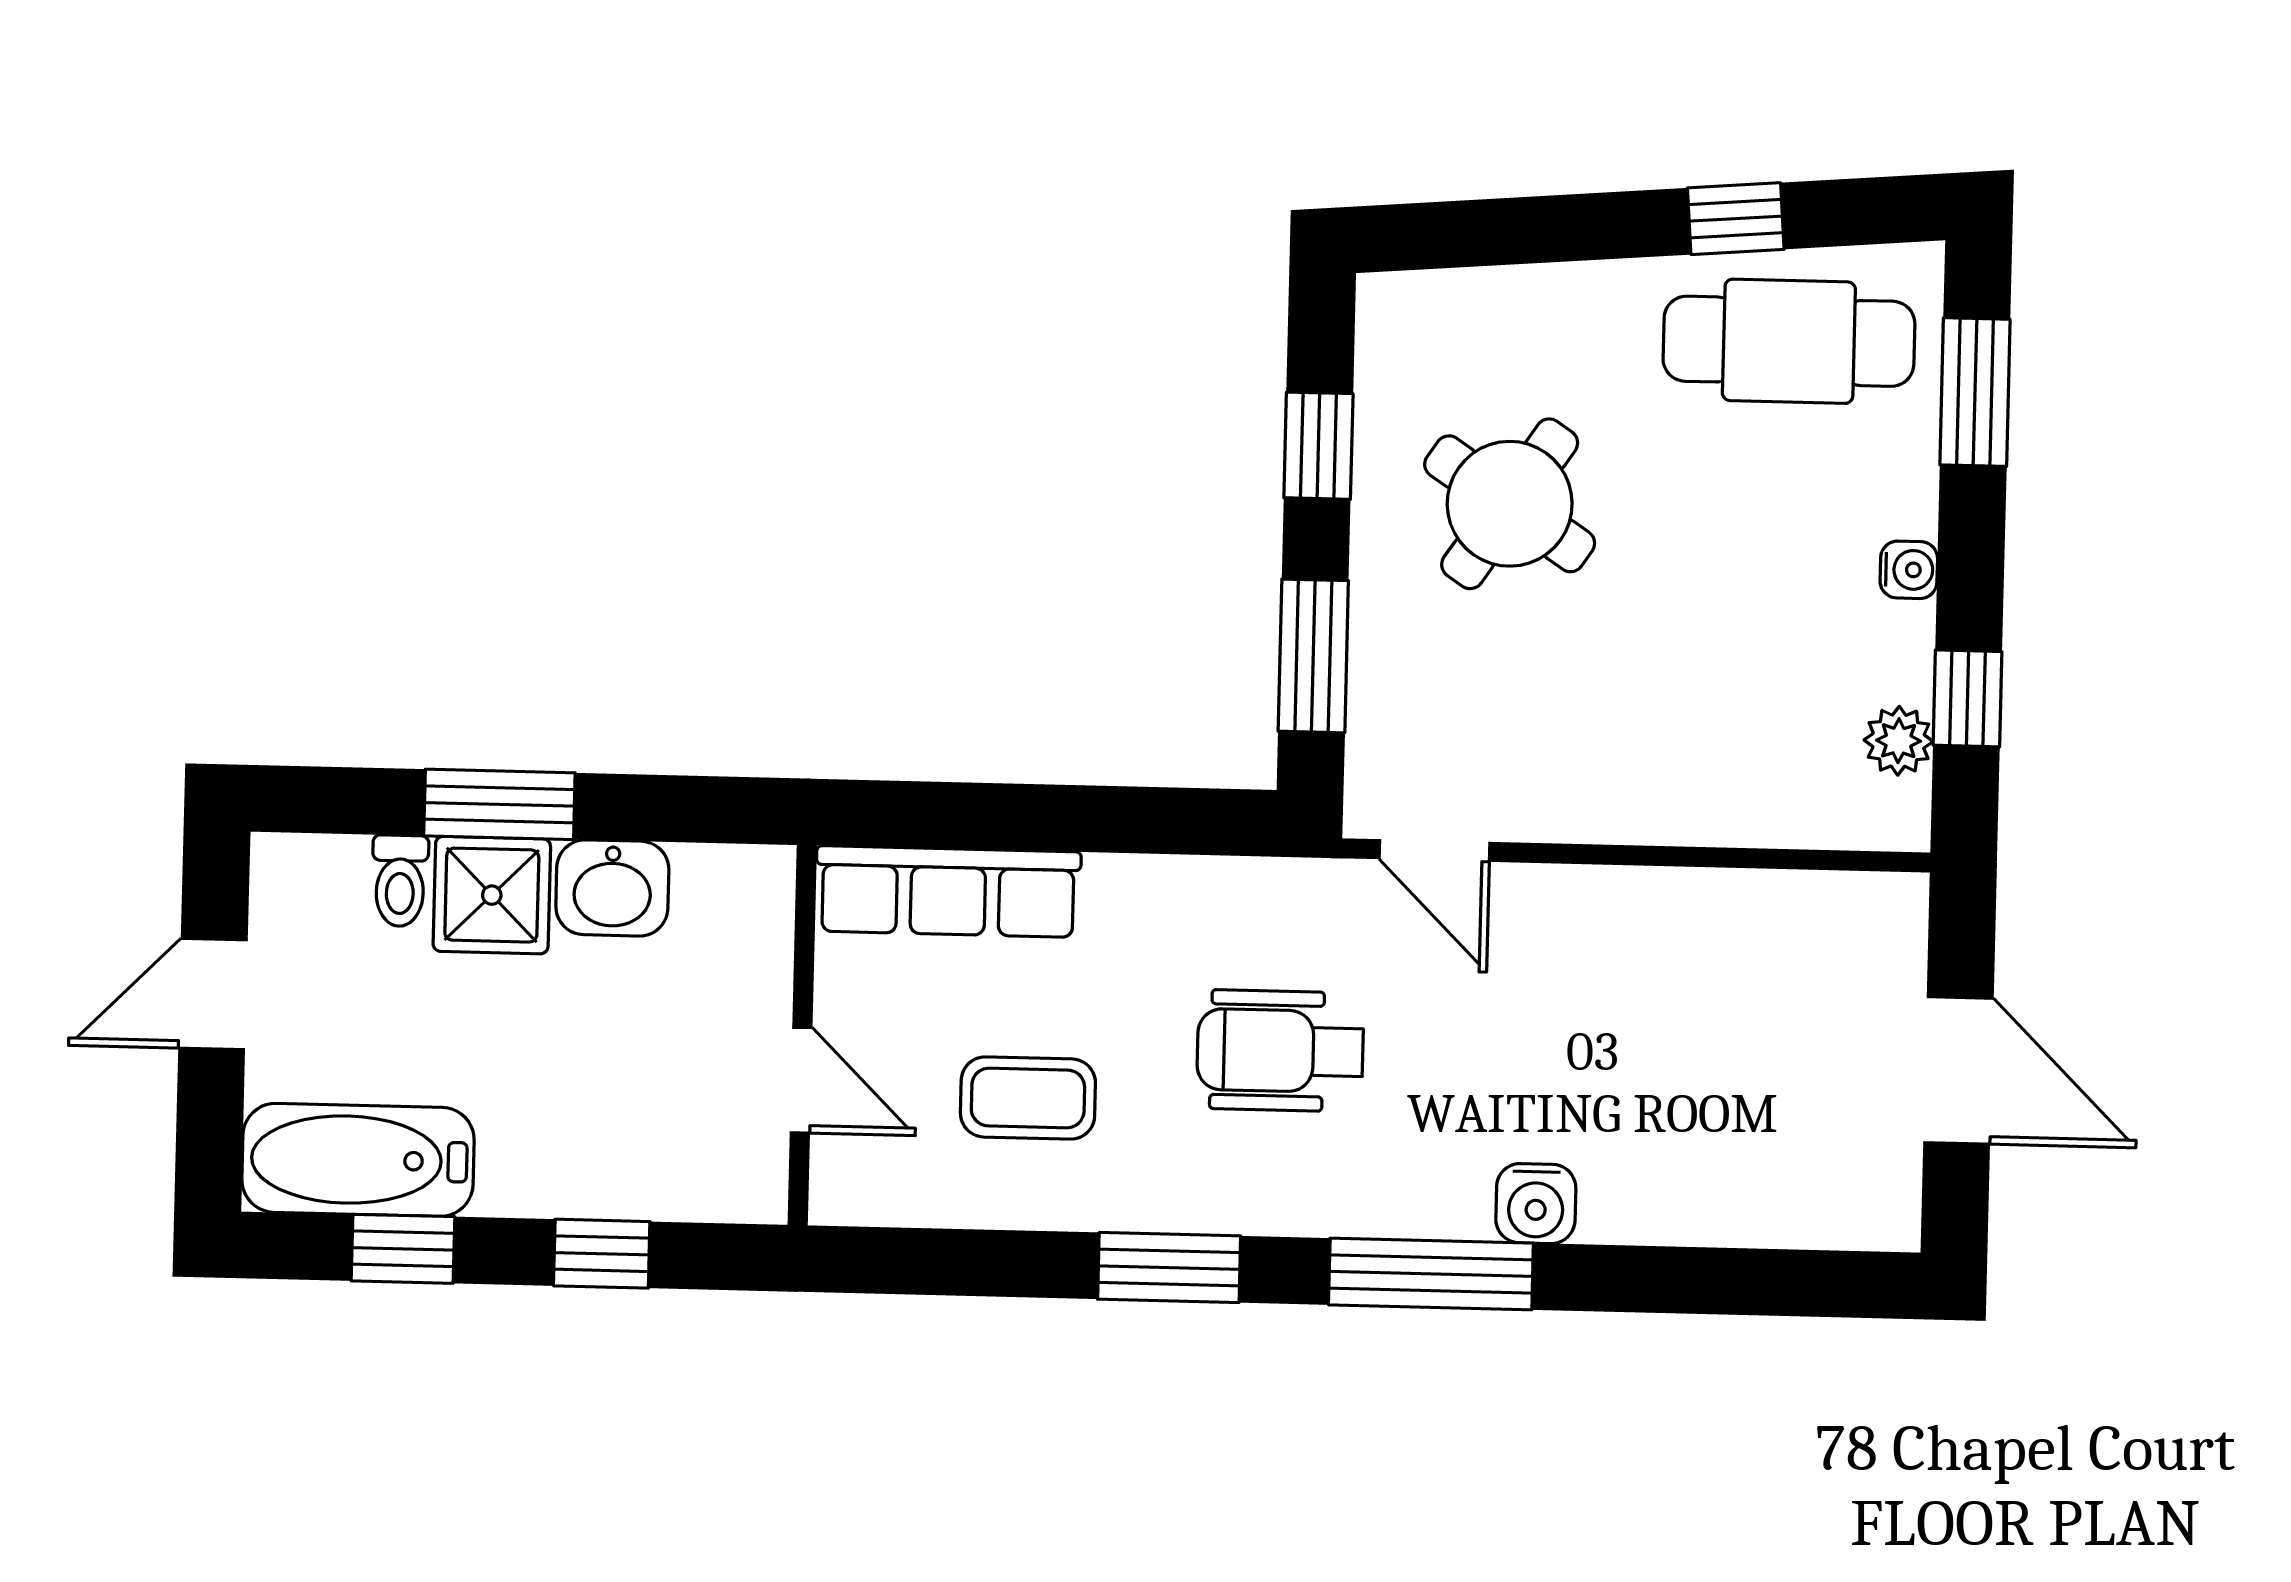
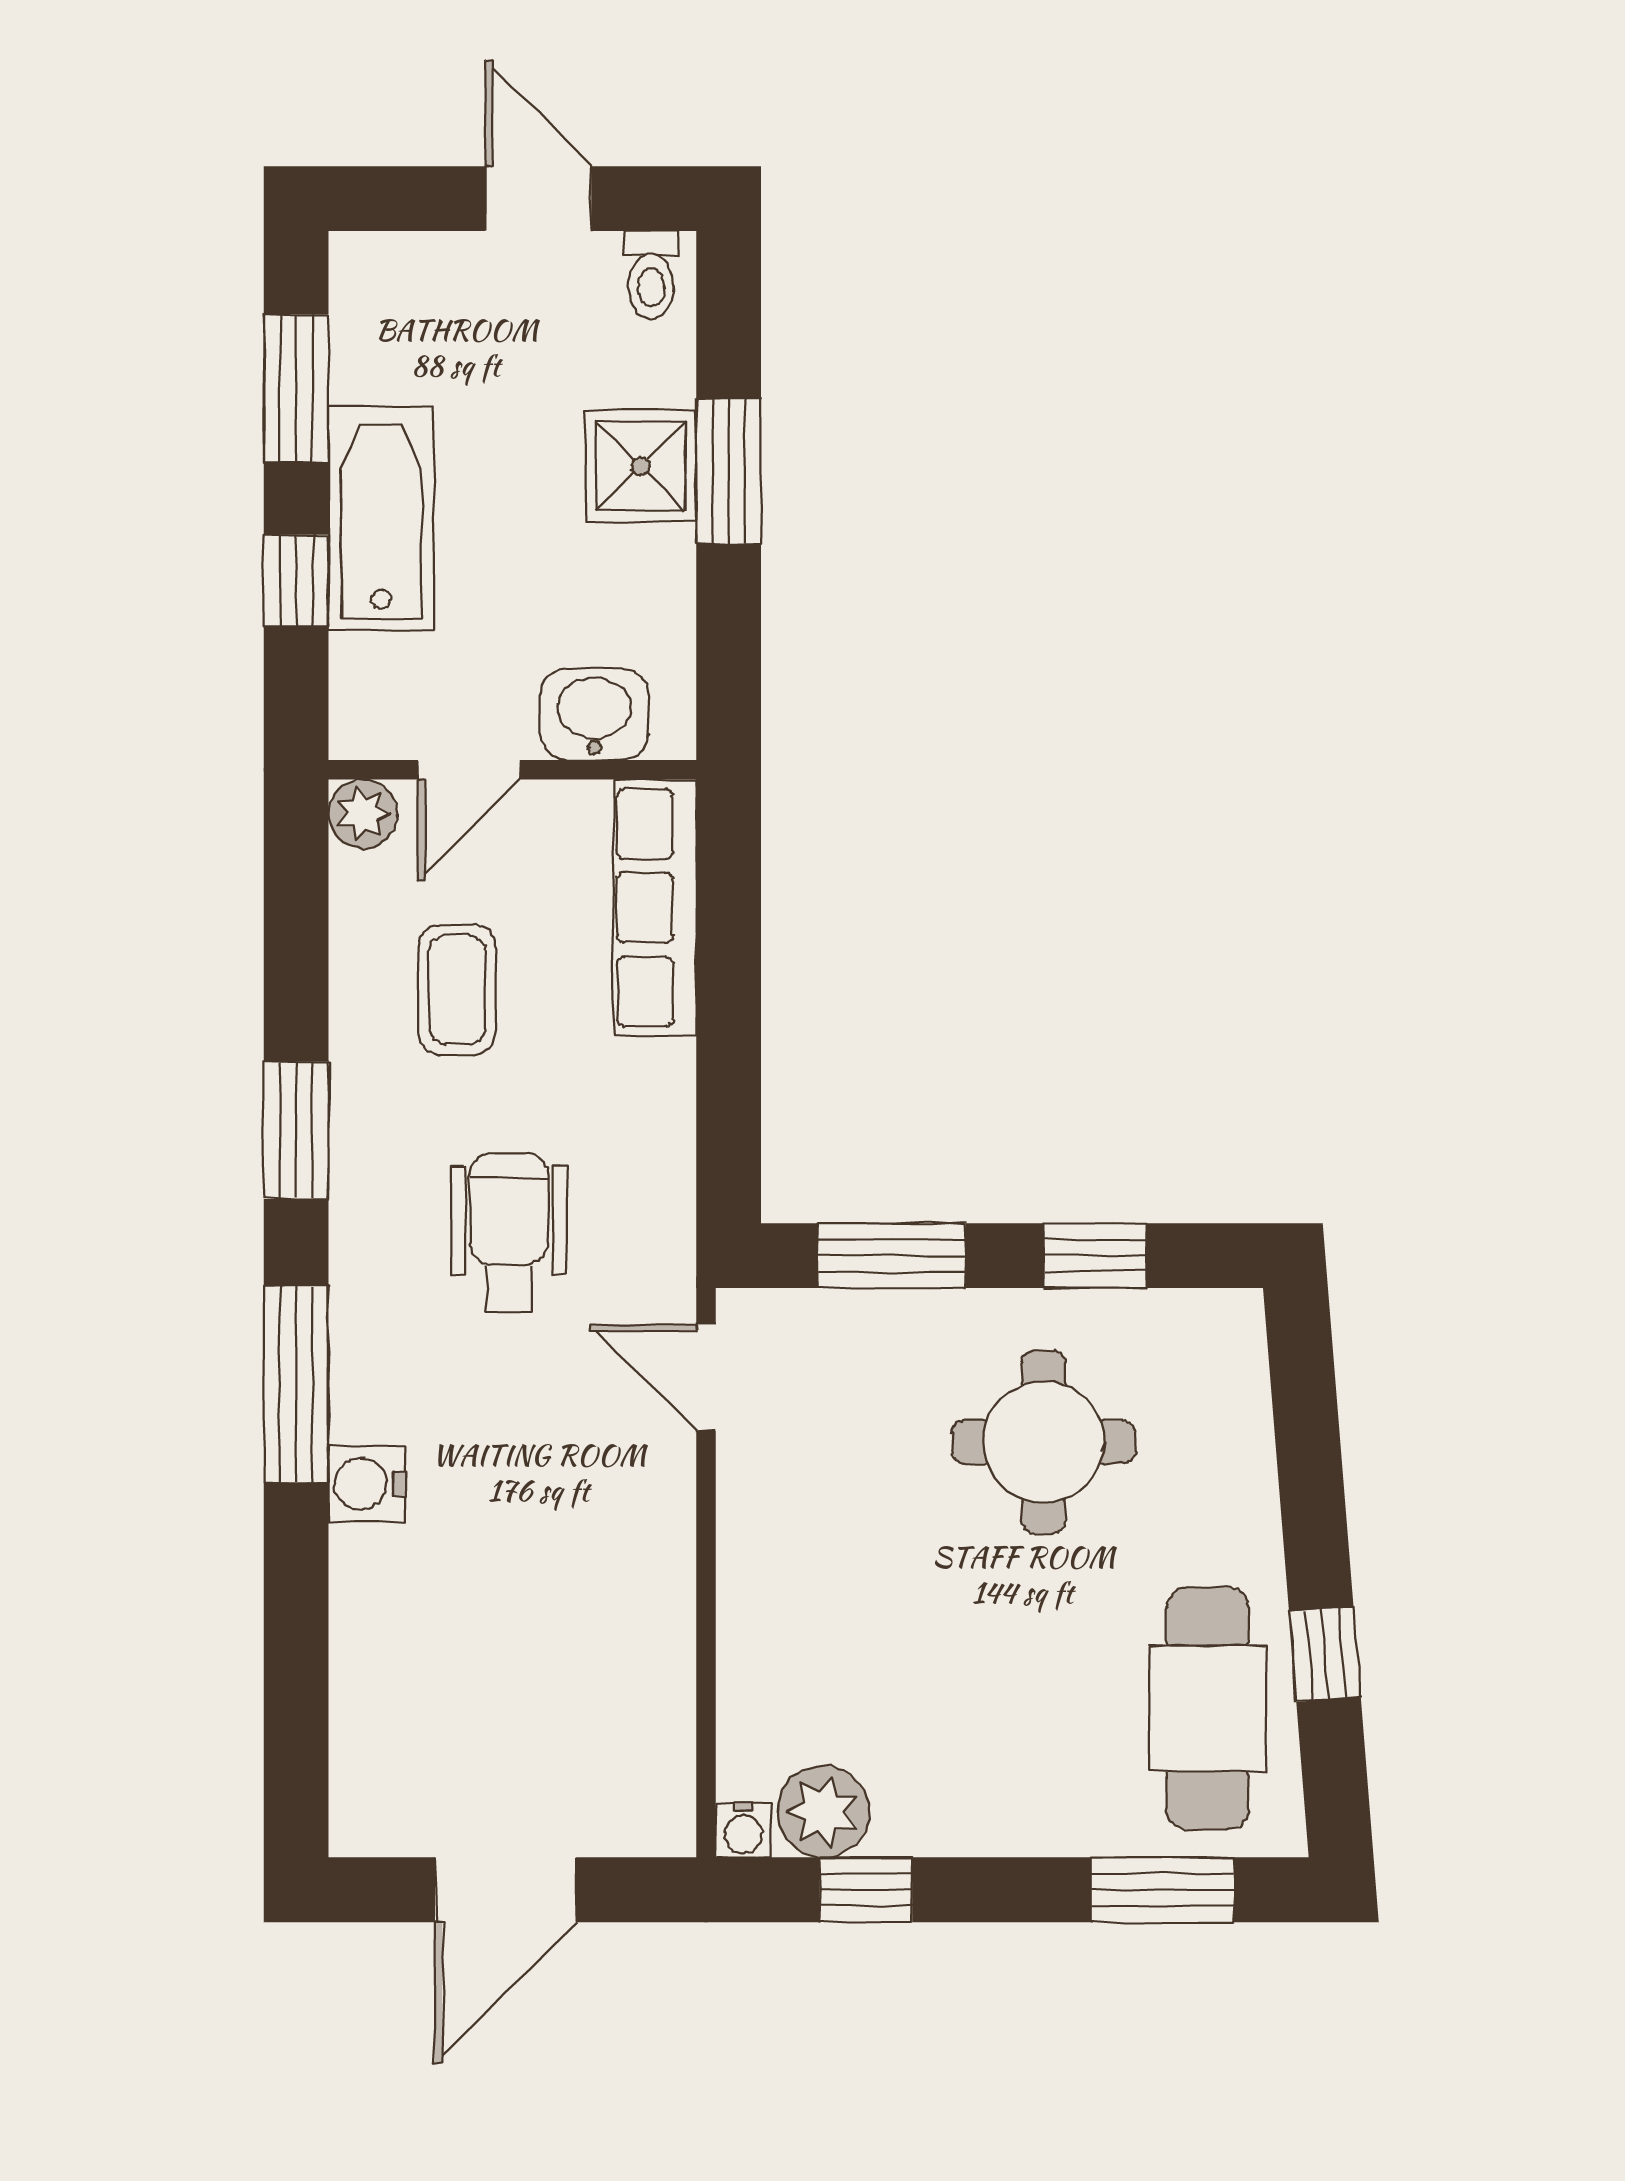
round table: (1510, 504) -> (1043, 1442), turned -34
water cooler: (1909, 570) -> (743, 1830), moved
plant: (1899, 741) -> (823, 1811), width x1.38, depth x1.38
door: (1434, 851) -> (706, 1377), hinge flipped
toilet: (400, 881) -> (651, 275), moved, turned -90
washbasin: (612, 888) -> (594, 714), moved, turned 90
bathtub: (358, 1160) -> (381, 519), moved
plant: (844, 1191) -> (363, 814), added
window: (403, 1249) -> (296, 388), width x1.50

